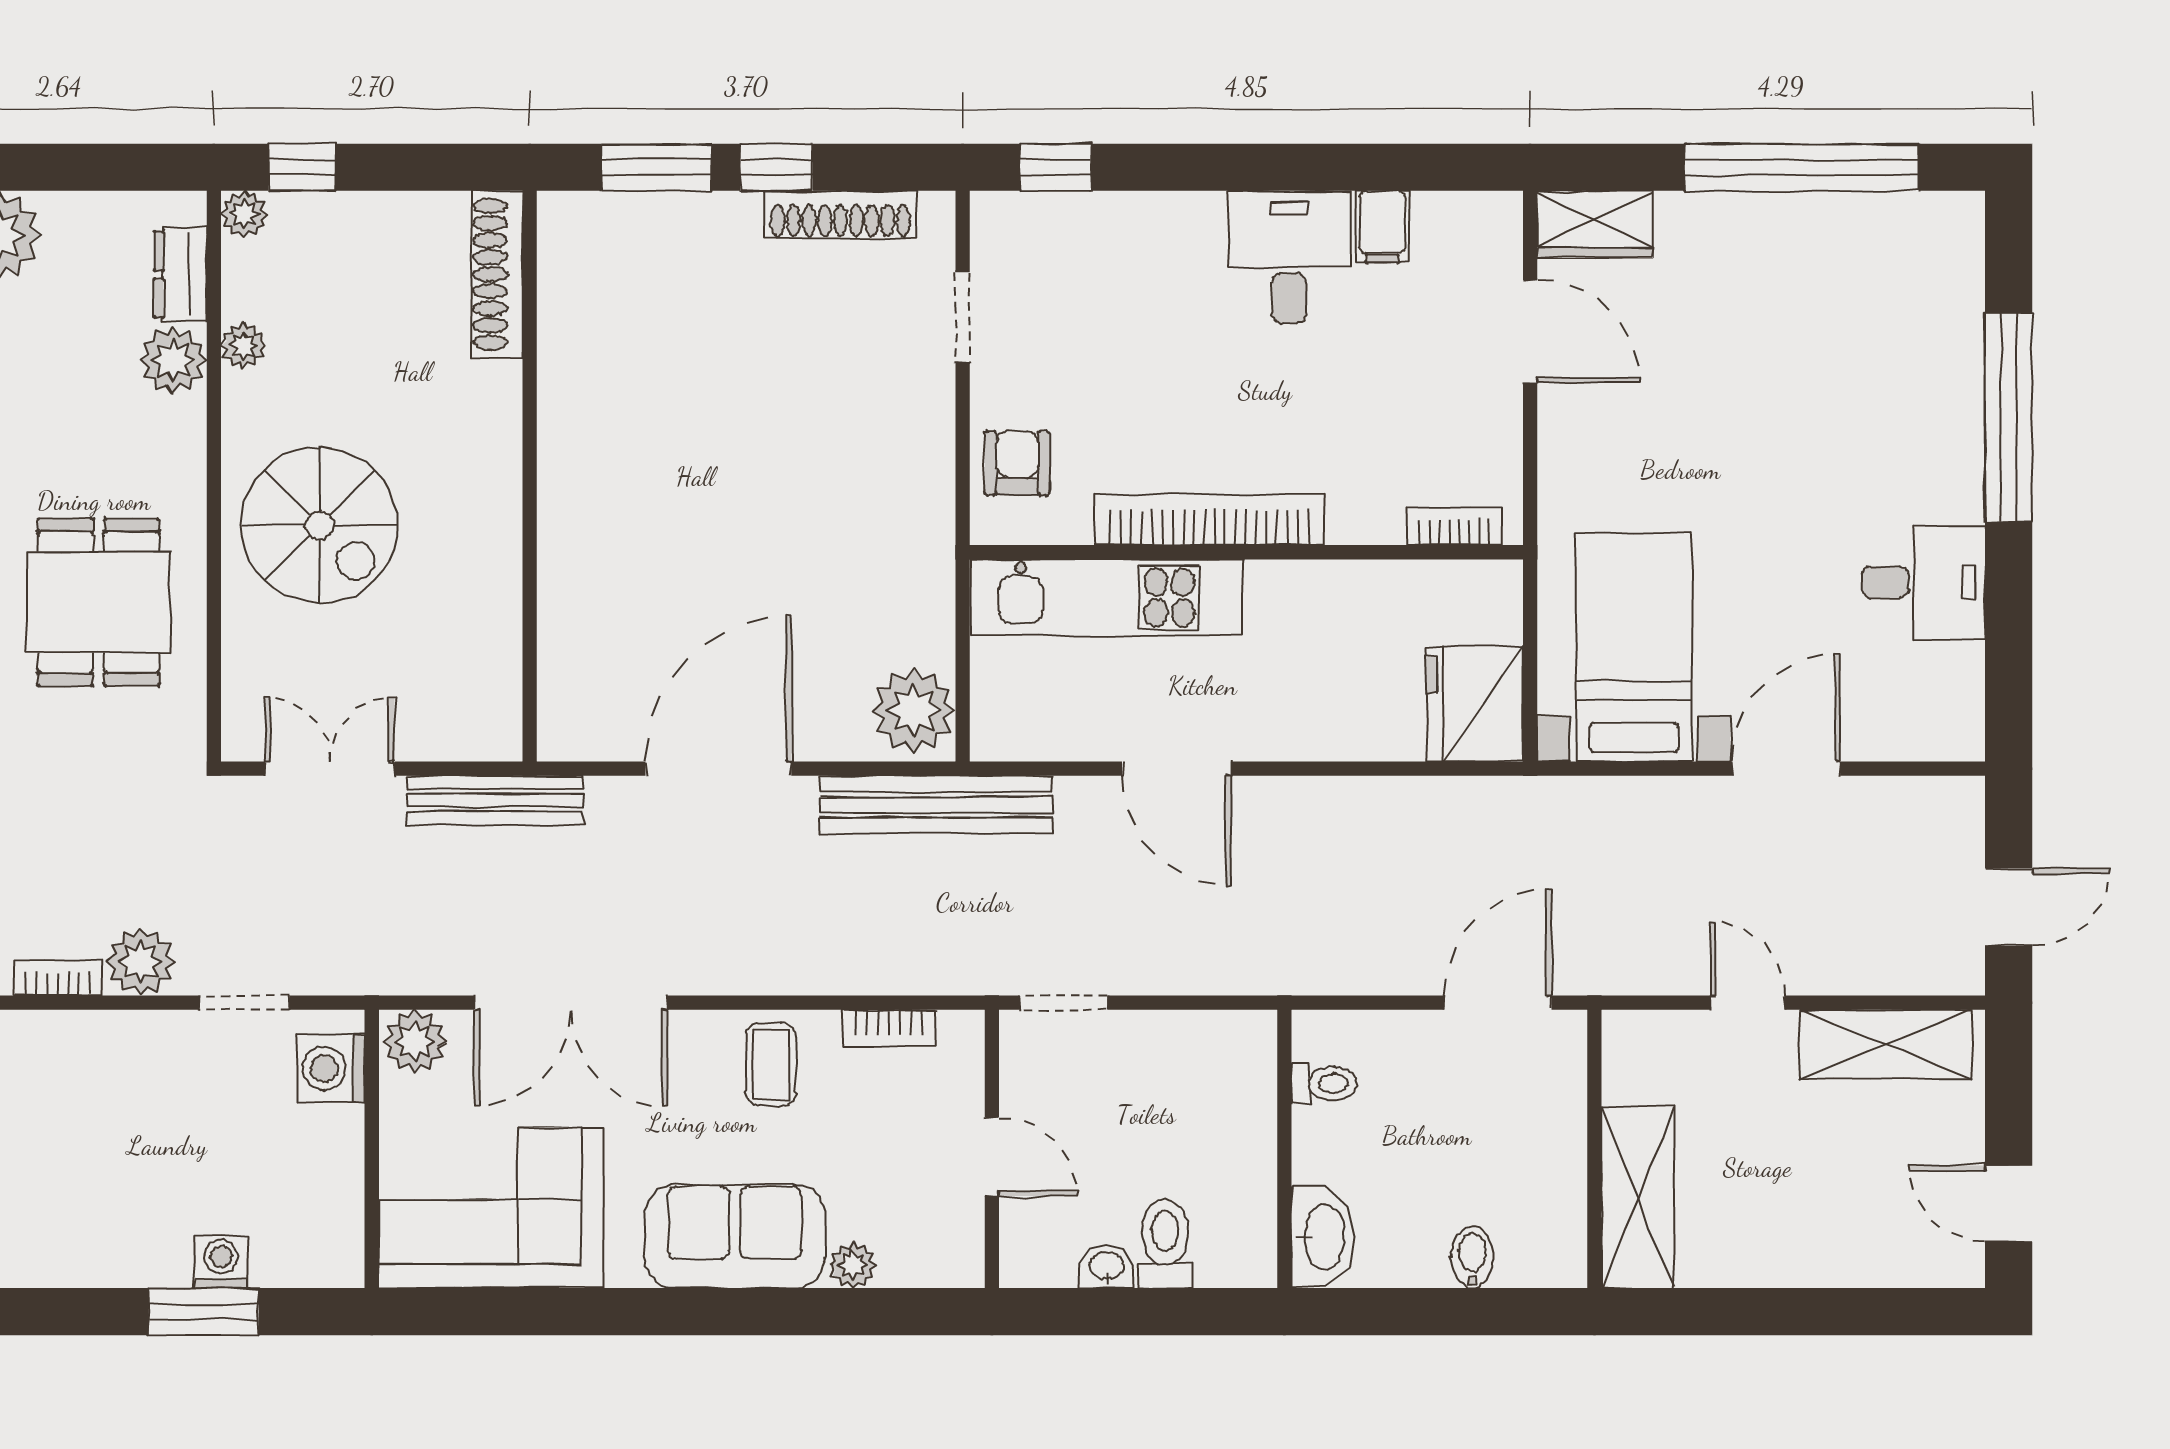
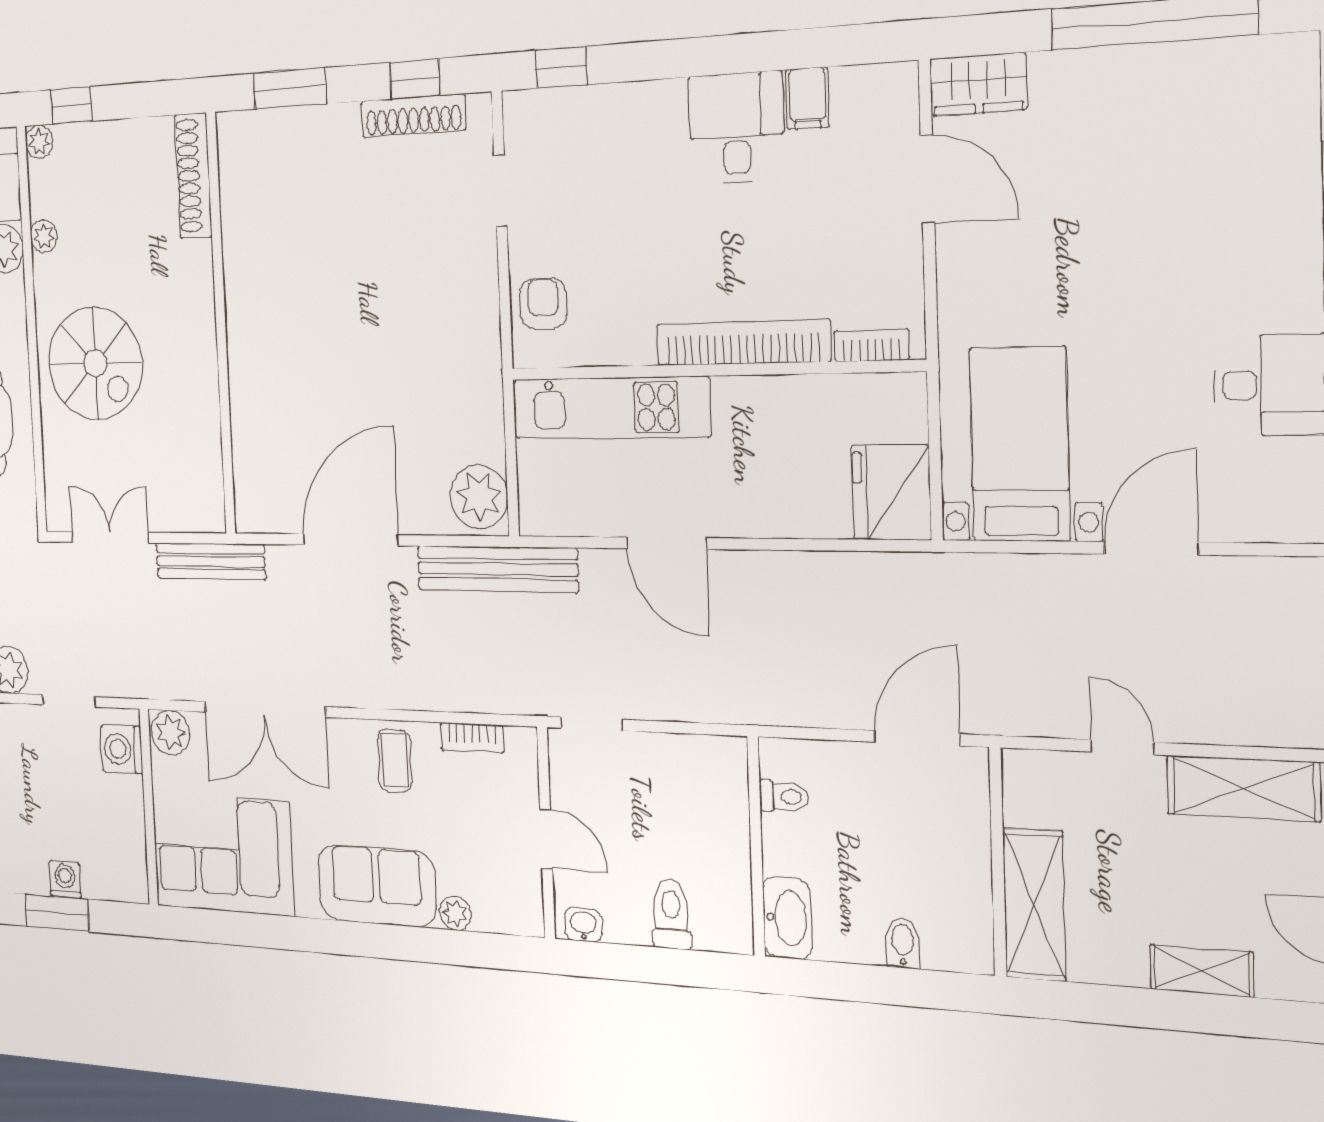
window: (776, 167) -> (415, 79), moved
bookcase: (1209, 519) -> (743, 343), moved
shelving: (1835, 1262) -> (1202, 971), added
washbasin: (1107, 1267) -> (583, 925), moved

